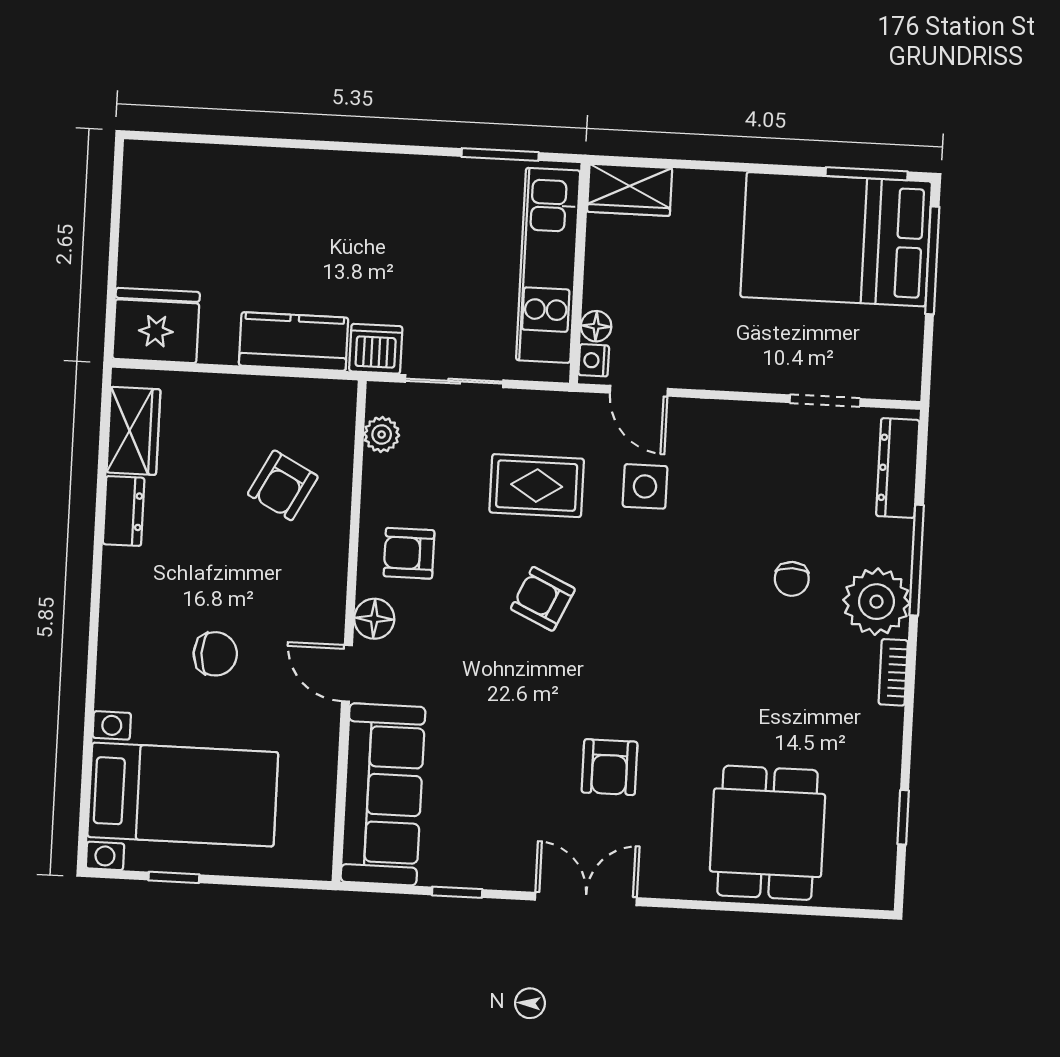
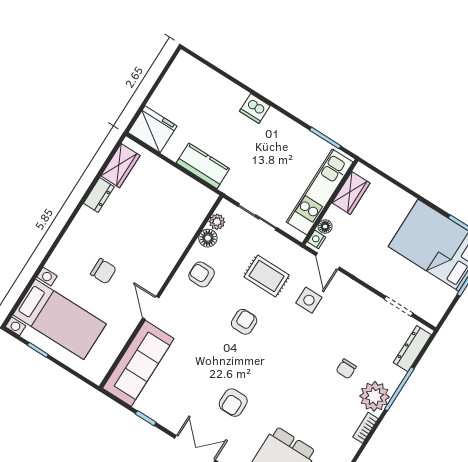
wardrobe: (630, 190) -> (351, 193), moved, turned -90
dishwasher: (376, 349) -> (255, 108), moved, turned 180
armchair: (283, 485) -> (167, 220), removed
armchair: (543, 599) -> (244, 322), turned 65
floor lamp: (374, 619) -> (208, 238), moved

